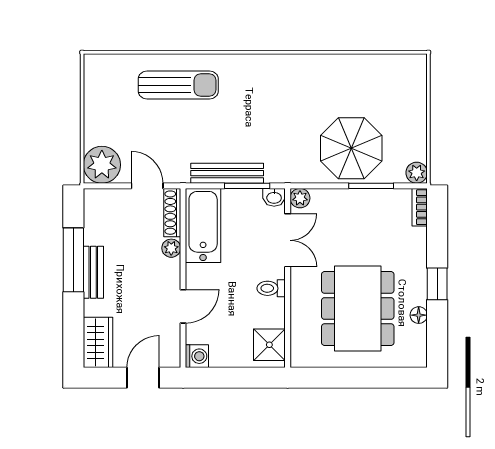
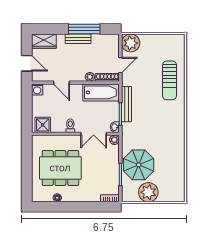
plant: (417, 173) -> (148, 192), moved, width x1.88, depth x1.88
window: (437, 284) -> (72, 207), removed

